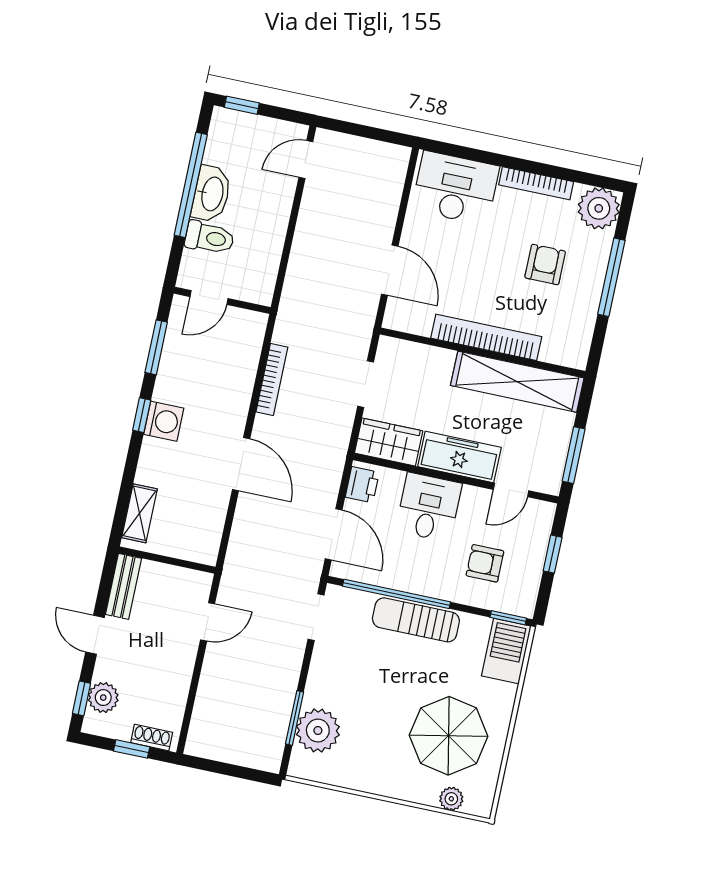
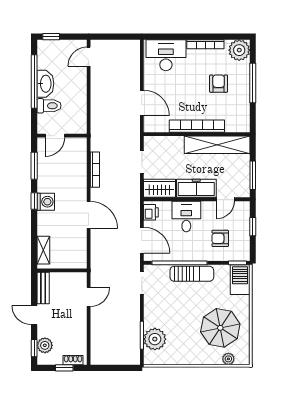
sun lounger: (416, 620) -> (192, 274), turned 180

